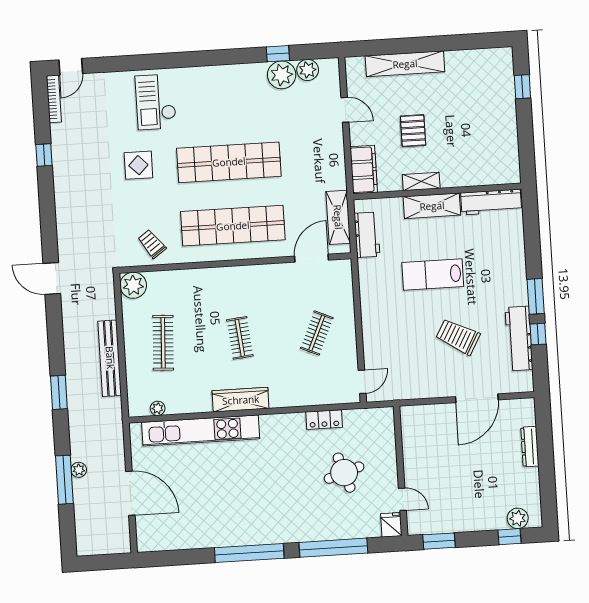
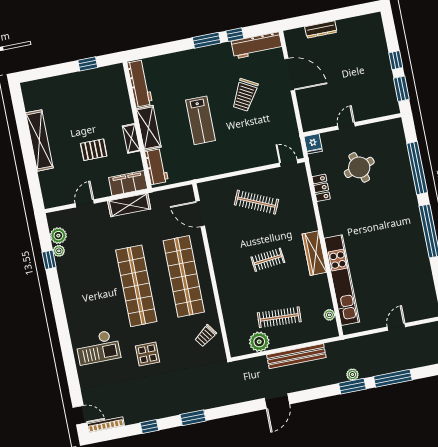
shelving: (405, 64) -> (39, 140), moved
plant: (282, 75) -> (59, 251), width x0.53, depth x0.53
window: (522, 87) -> (88, 64), moved
window: (48, 213) -> (193, 418), added
shelving: (338, 217) -> (129, 205), moved
workbench: (367, 235) -> (156, 167), moved, turned 90
door: (52, 278) -> (277, 401), moved
plant: (133, 285) -> (259, 342), moved
clothes rail: (317, 333) -> (256, 202), width x1.36
workbench: (519, 338) -> (257, 45), moved
window: (59, 392) -> (352, 386), moved
plant: (79, 470) -> (352, 375), moved
door: (130, 493) -> (396, 327), width x0.53
door: (402, 499) -> (346, 126), moved
plant: (518, 518) -> (376, 31), removed
fridge: (391, 525) -> (313, 144), moved, turned -90
window: (510, 537) -> (396, 60), moved

